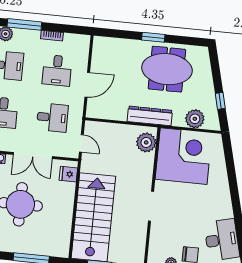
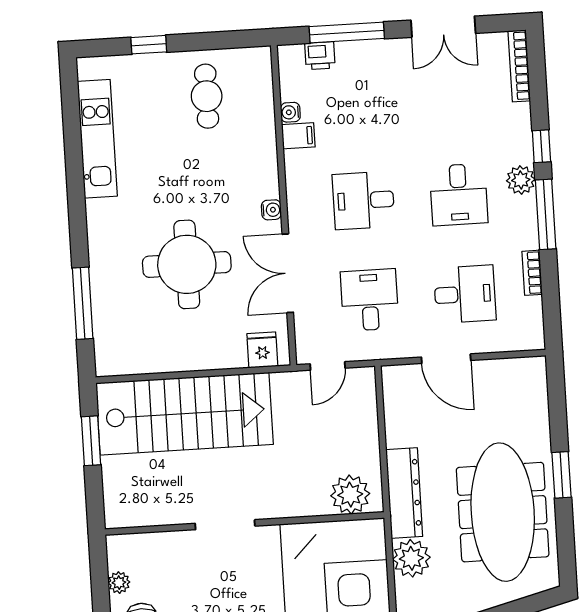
meeting table: (167, 69) -> (503, 512), width x1.36
desk: (57, 70) -> (465, 294), turned 180
desk: (52, 118) -> (370, 300), turned 180
plant: (195, 119) -> (411, 558), moved

